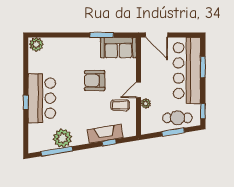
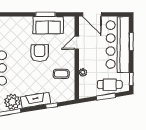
sofa: (118, 48) -> (48, 25), moved
armchair: (95, 81) -> (40, 53), turned 90
door: (139, 90) -> (77, 43), moved
fireplace: (105, 134) -> (36, 100), moved

